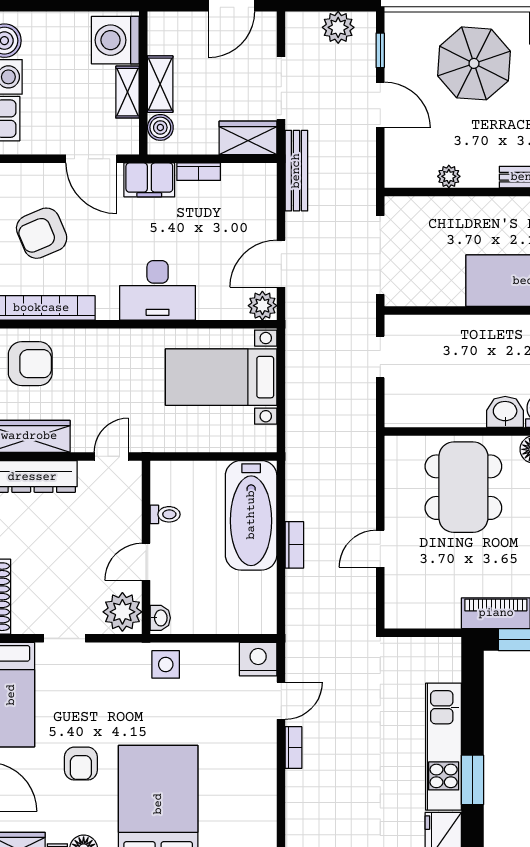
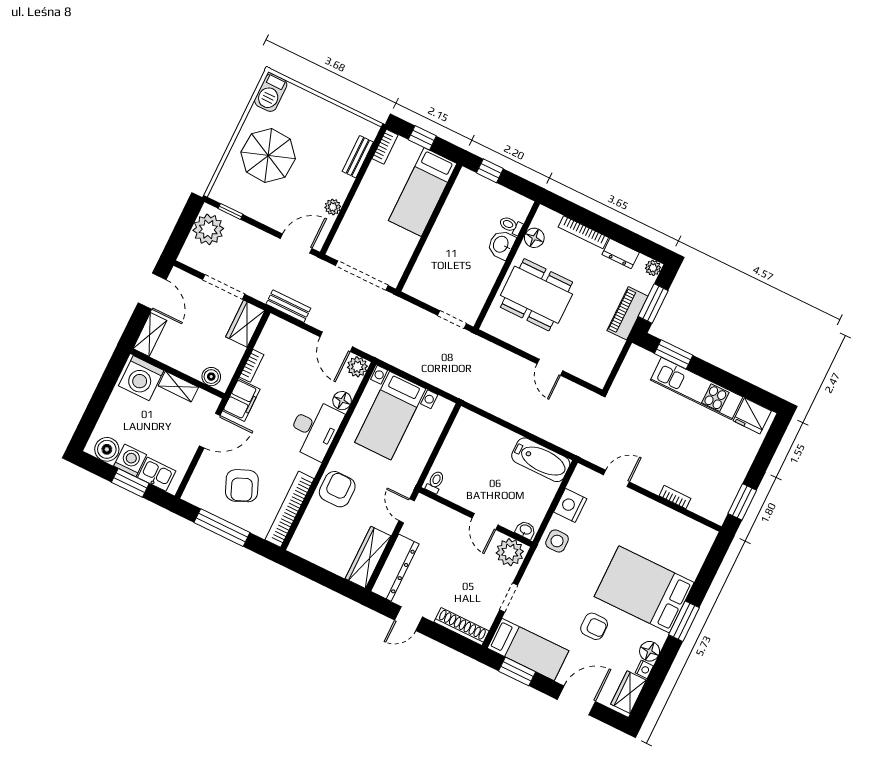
plant: (338, 27) -> (208, 229), width x1.36, depth x1.36
shelving: (160, 84) -> (150, 334), moved, turned 90
door: (380, 105) -> (296, 244), moved
bench: (296, 171) -> (288, 306), width x0.73
floor lamp: (210, 307) -> (342, 401), added
doorway: (380, 357) -> (452, 320), moved
armchair: (30, 364) -> (337, 489), moved
toilet: (165, 514) -> (435, 482), moved
bathtub: (251, 515) -> (541, 460), moved, width x0.73, depth x0.73
bookcase: (294, 545) -> (521, 421), removed
nightstand: (258, 659) -> (570, 505), moved
door: (281, 701) -> (616, 478), hinge flipped
bookcase: (294, 748) -> (675, 497), moved
window: (473, 780) -> (674, 354), moved

